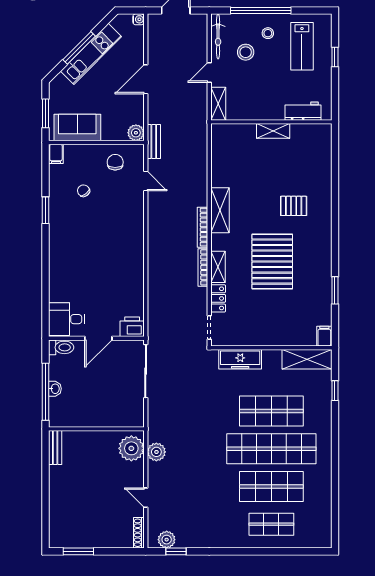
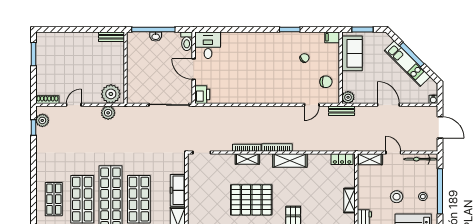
stool: (246, 52) -> (397, 197), moved
locker: (218, 298) -> (342, 159), moved
freezer: (240, 359) -> (178, 190), moved

